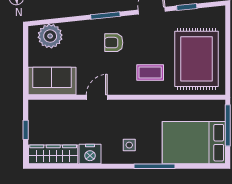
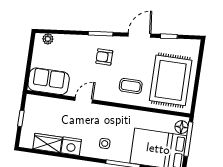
plant: (50, 36) -> (48, 39), width x0.53, depth x0.53
floor lamp: (218, 112) -> (182, 127), added
wardrobe: (53, 154) -> (47, 143), width x0.67

